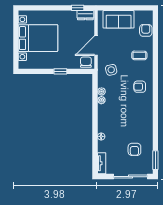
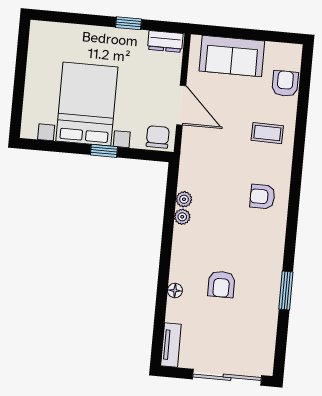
window: (78, 8) -> (129, 23), moved
bed with nightstands: (38, 38) -> (87, 104), moved, turned -90
door: (96, 46) -> (181, 105), swing flipped
side table: (111, 70) -> (208, 157), removed
armchair: (134, 149) -> (221, 284), moved
window: (155, 160) -> (286, 290), moved

